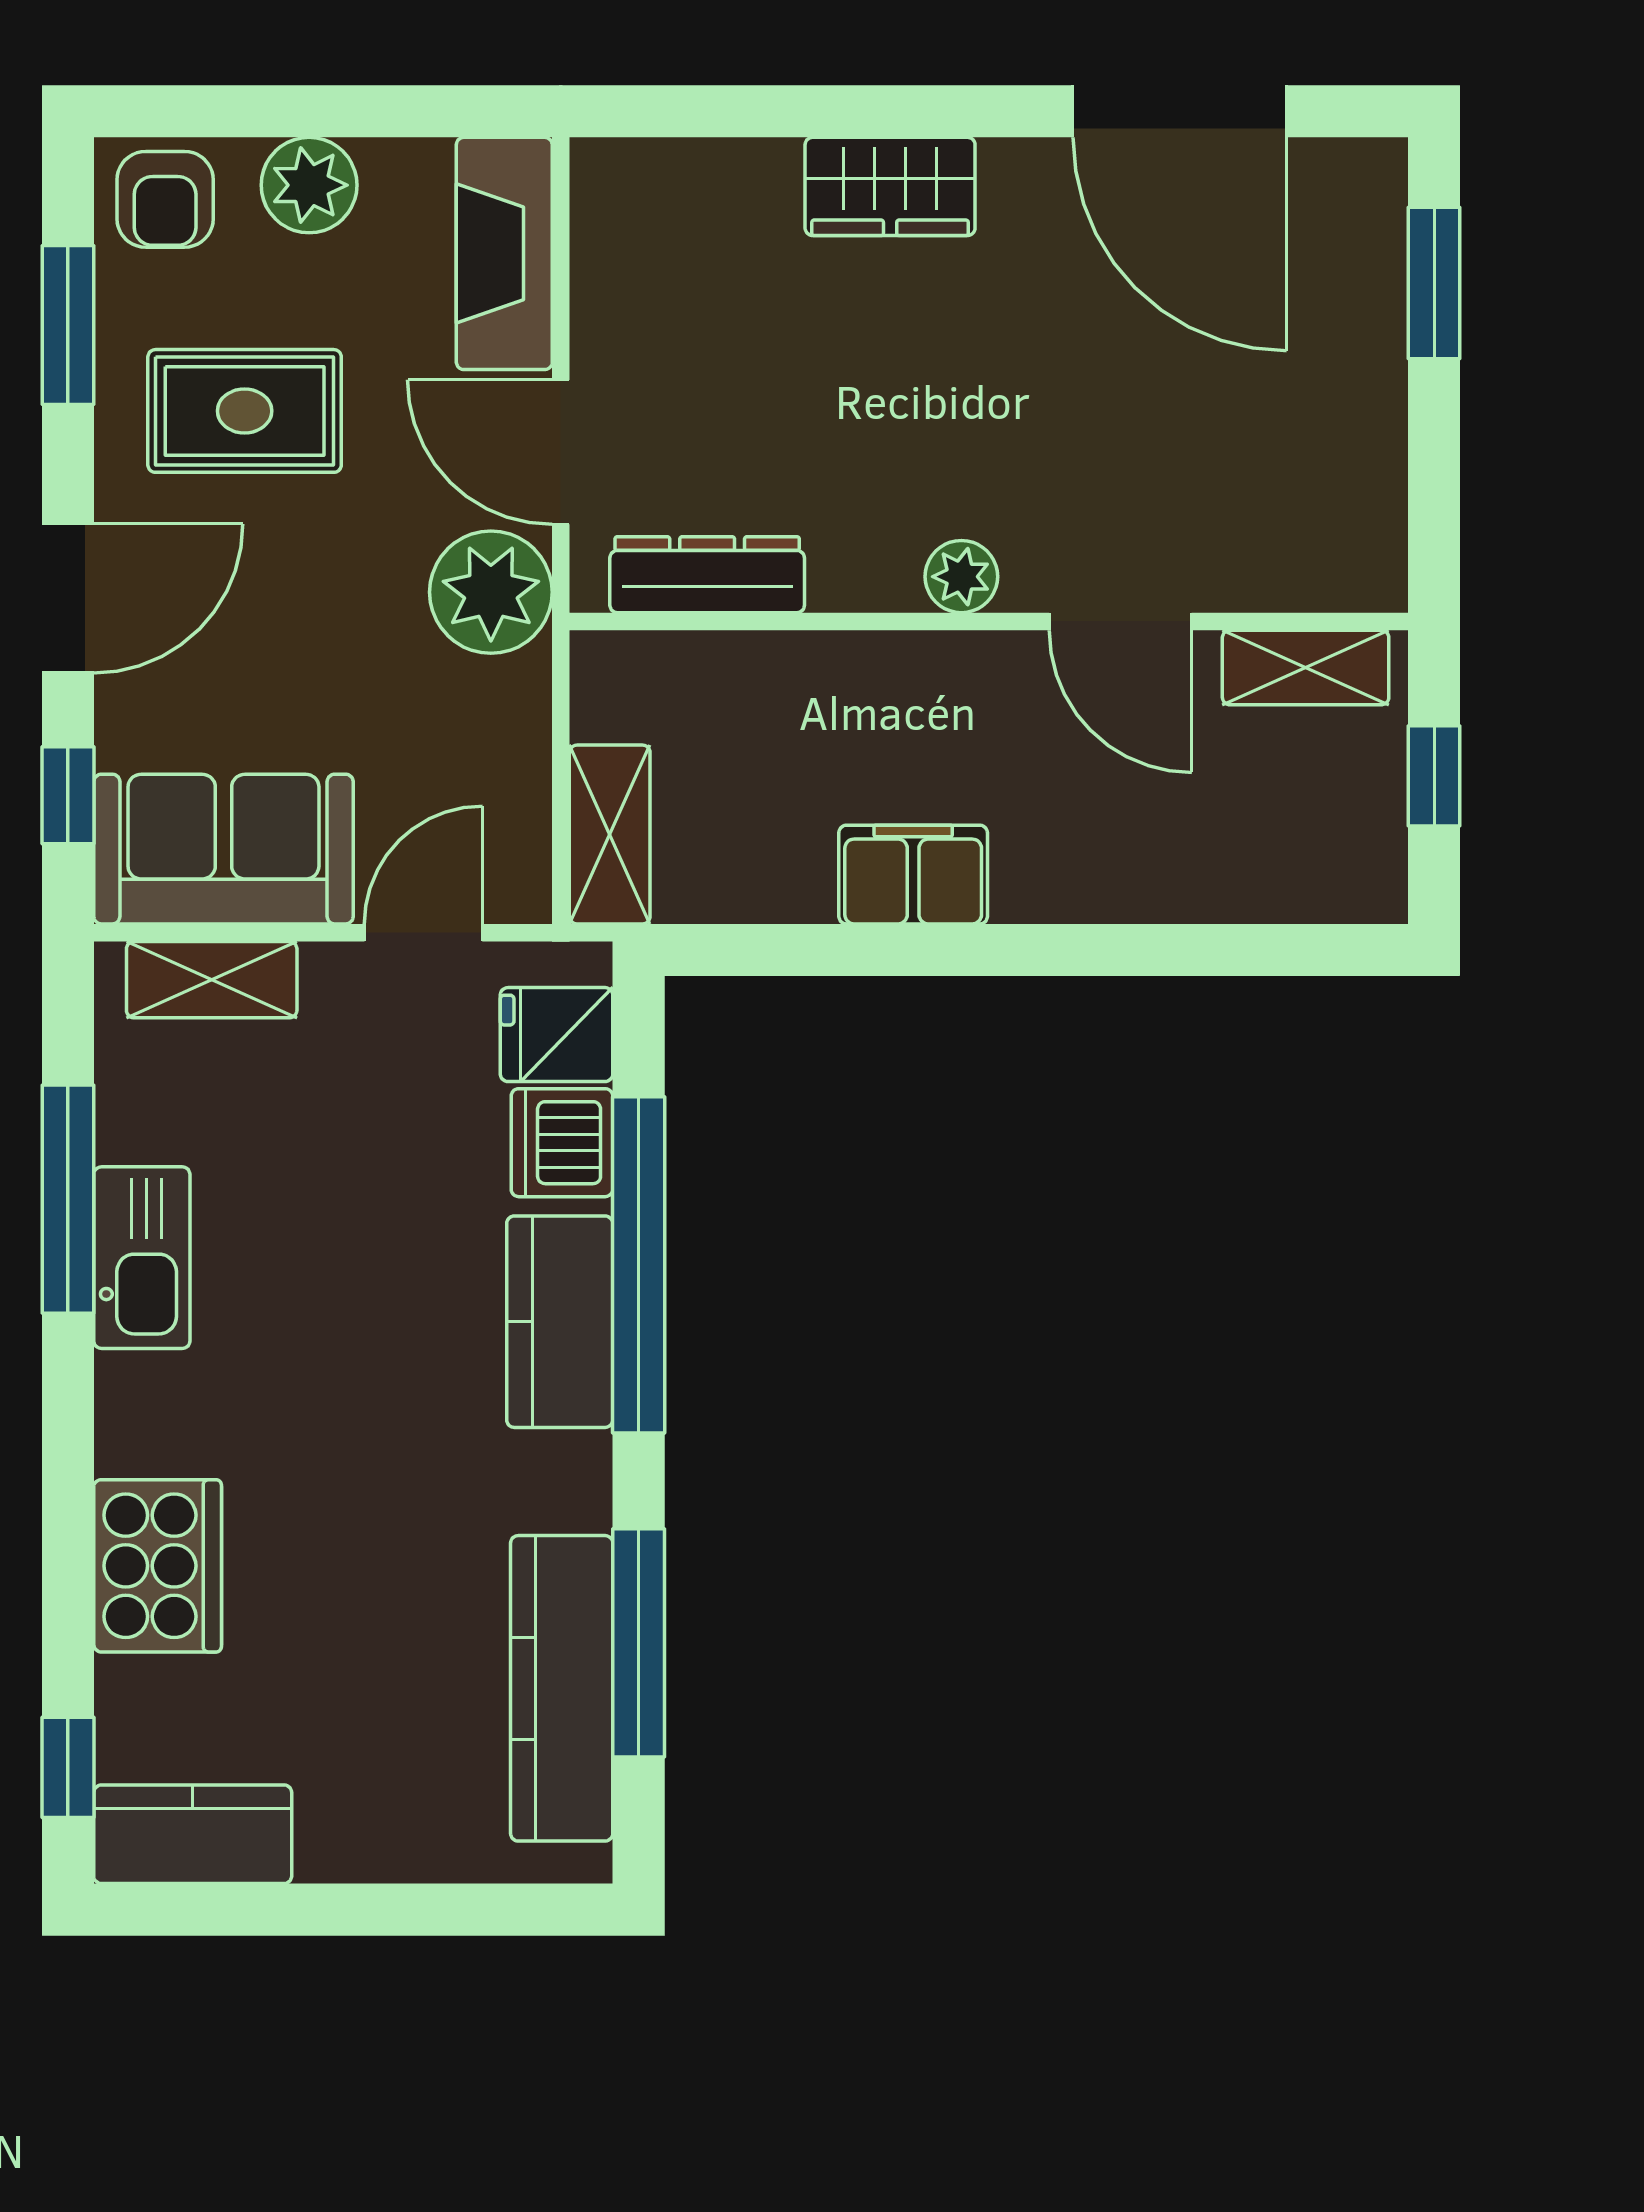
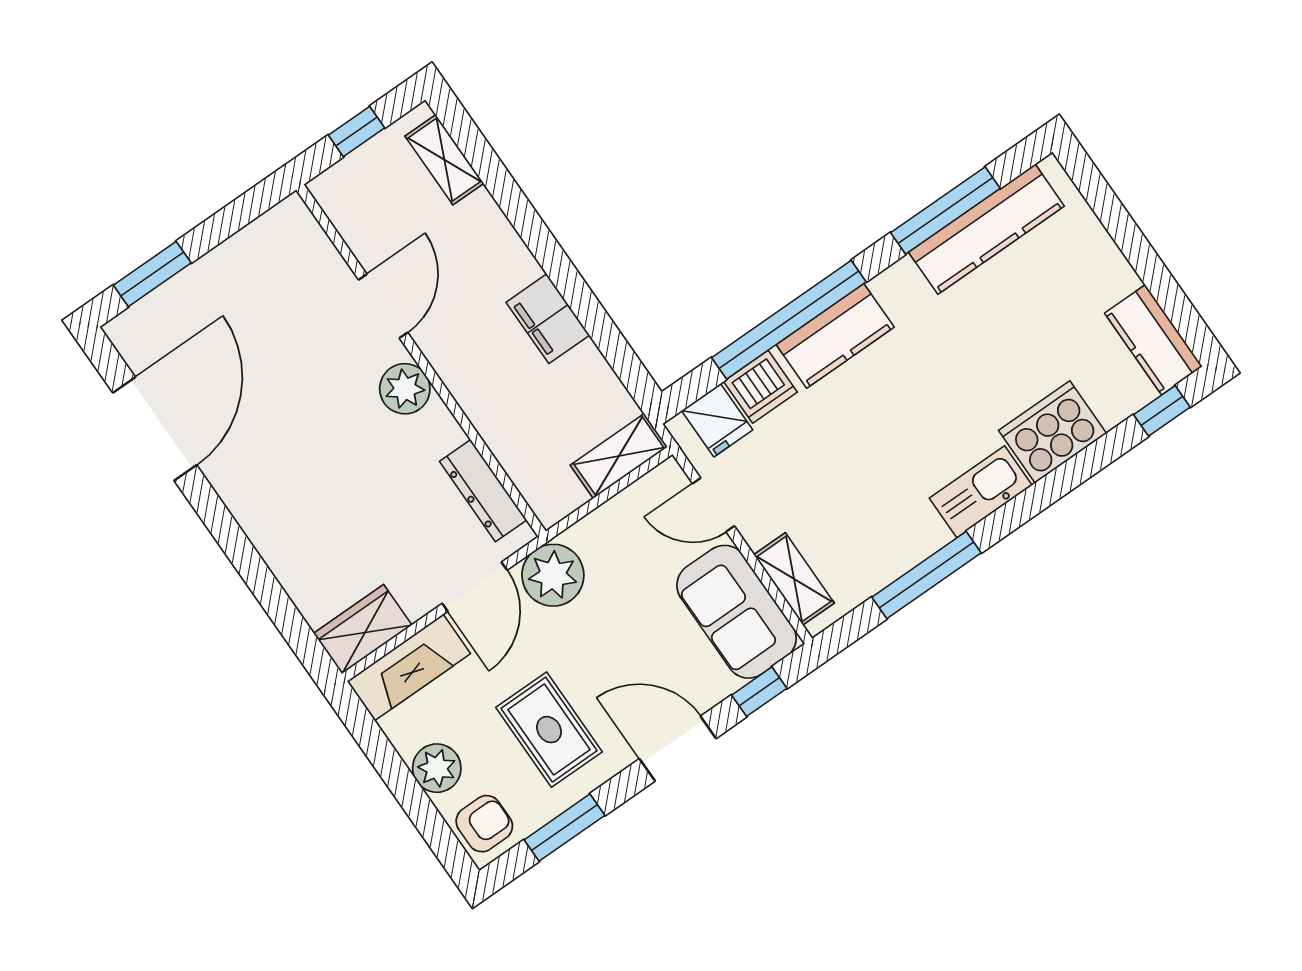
wardrobe: (890, 186) -> (363, 629), moved, turned -90
plant: (961, 577) -> (405, 389), width x1.38, depth x1.38
shelving: (1306, 667) -> (444, 160), moved
kitchen sink: (142, 1258) -> (981, 492), moved

